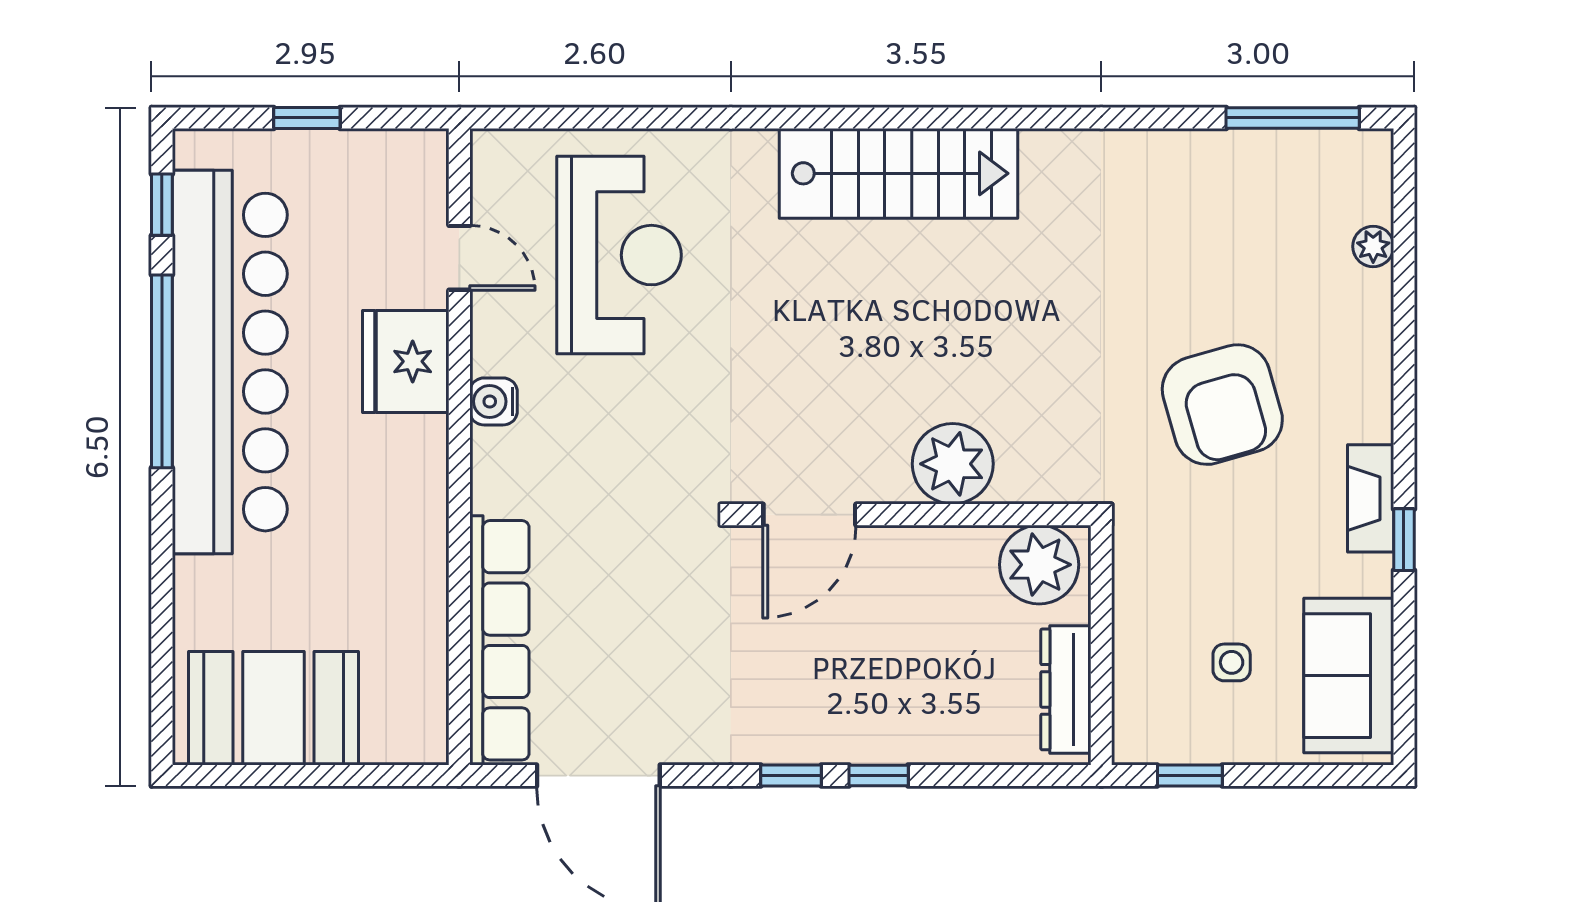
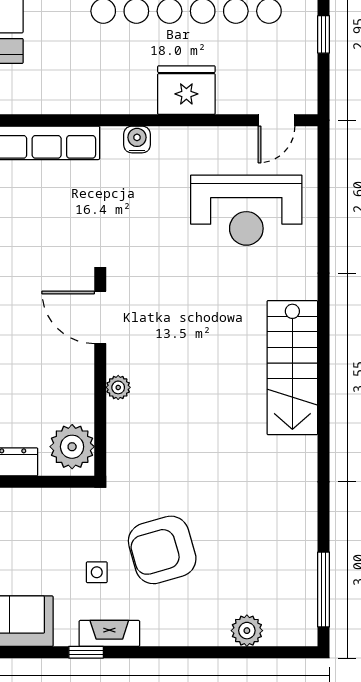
plant: (1373, 246) -> (247, 631), width x1.38, depth x1.38
door: (459, 258) -> (277, 120), moved
water cooler: (494, 401) -> (137, 140), moved
plant: (953, 464) -> (118, 387), width x0.53, depth x0.53
side table: (1232, 662) -> (97, 572), moved

